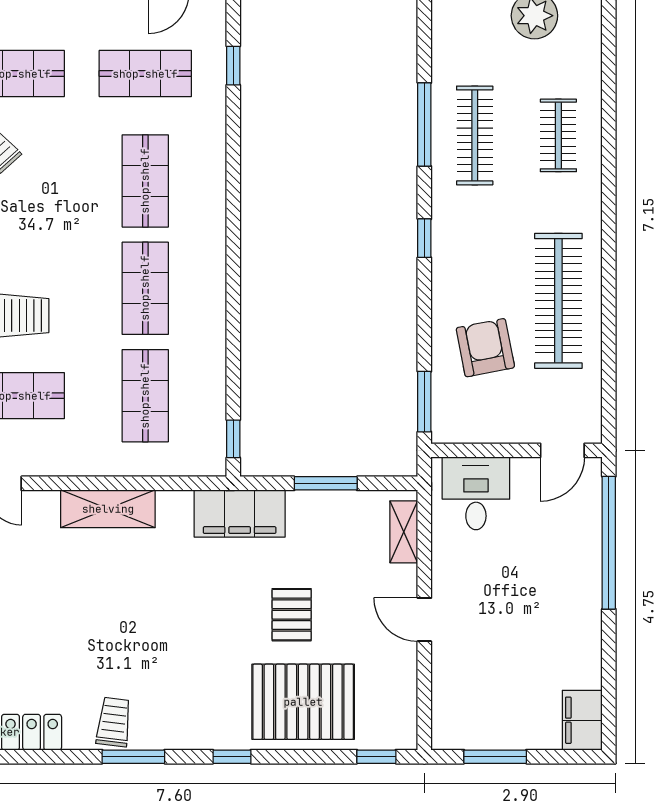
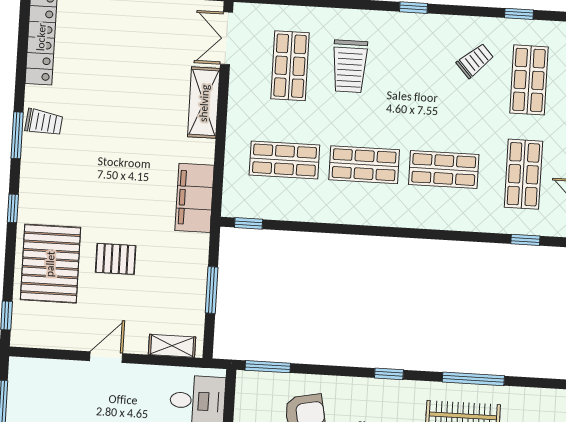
shelving: (108, 509) -> (204, 103), moved
filing cabinet: (240, 513) -> (195, 198), moved

